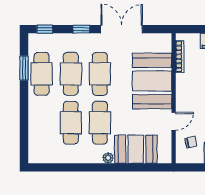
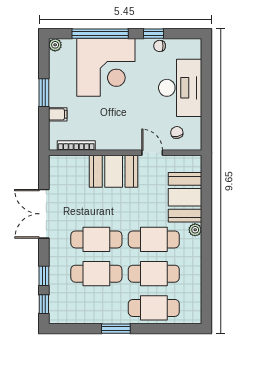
window: (81, 29) -> (44, 276), moved
window: (24, 68) -> (116, 329), moved
cafe table: (42, 74) -> (154, 308), moved
booth: (152, 81) -> (114, 171), width x0.73, depth x0.70

